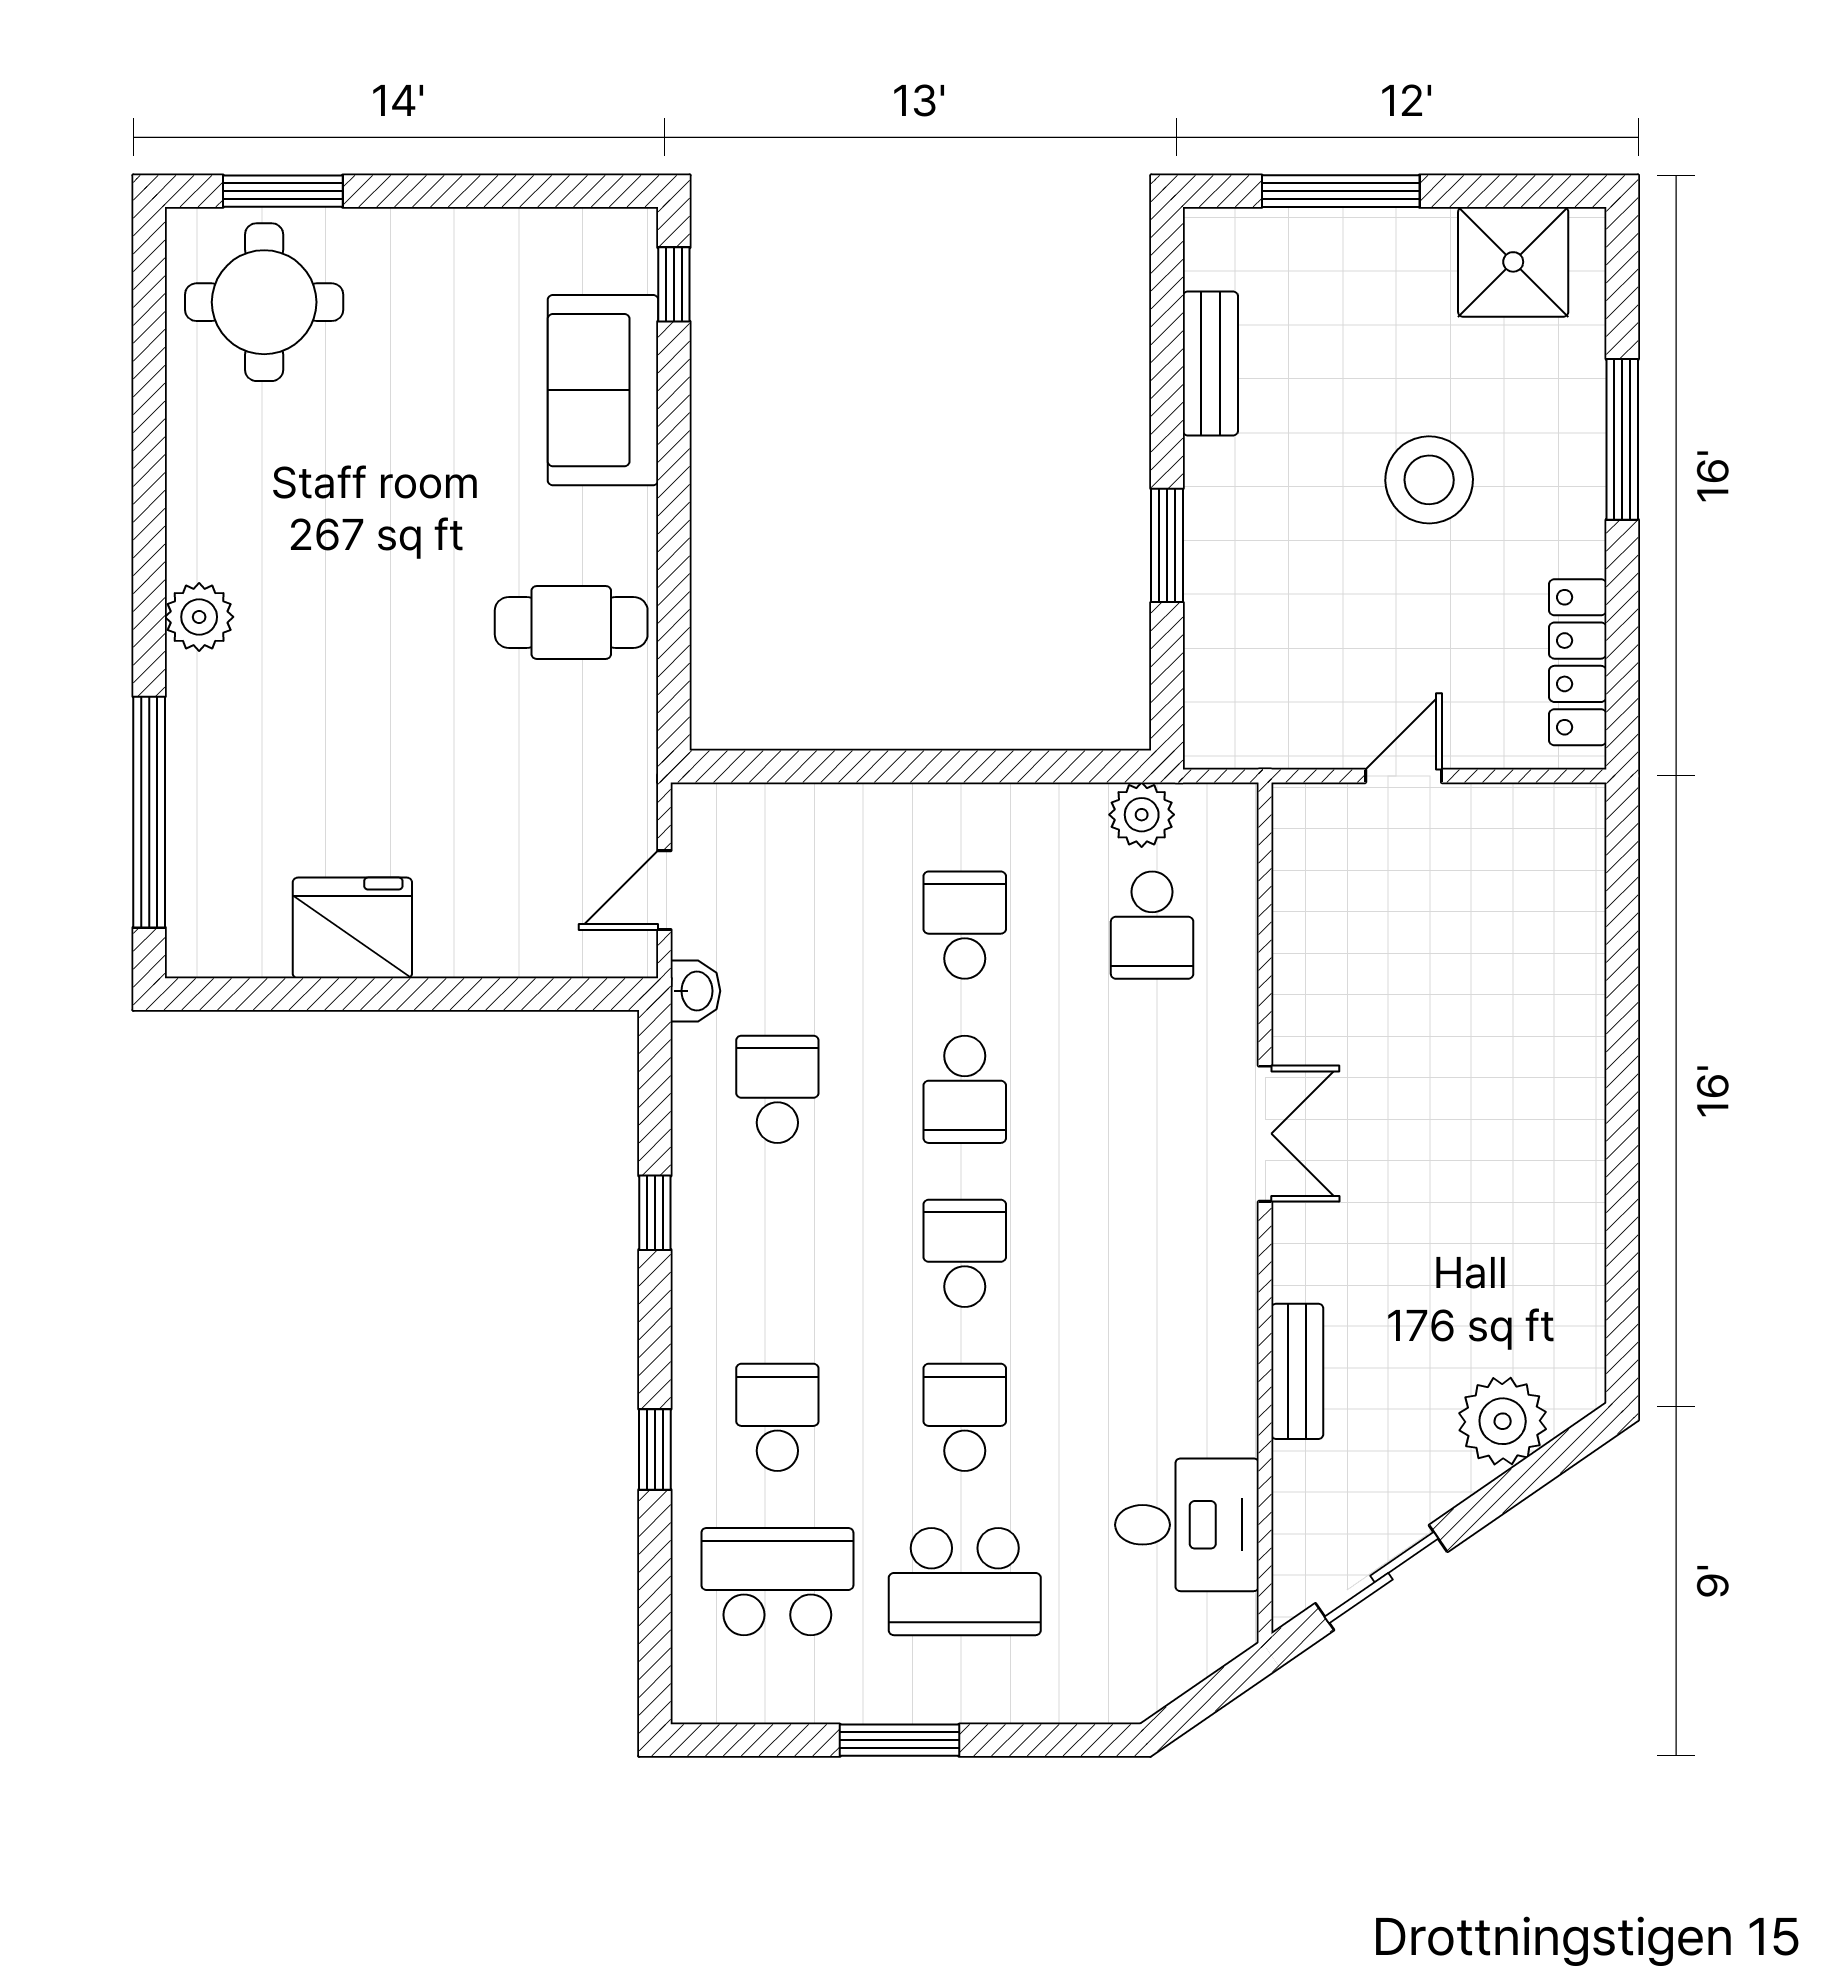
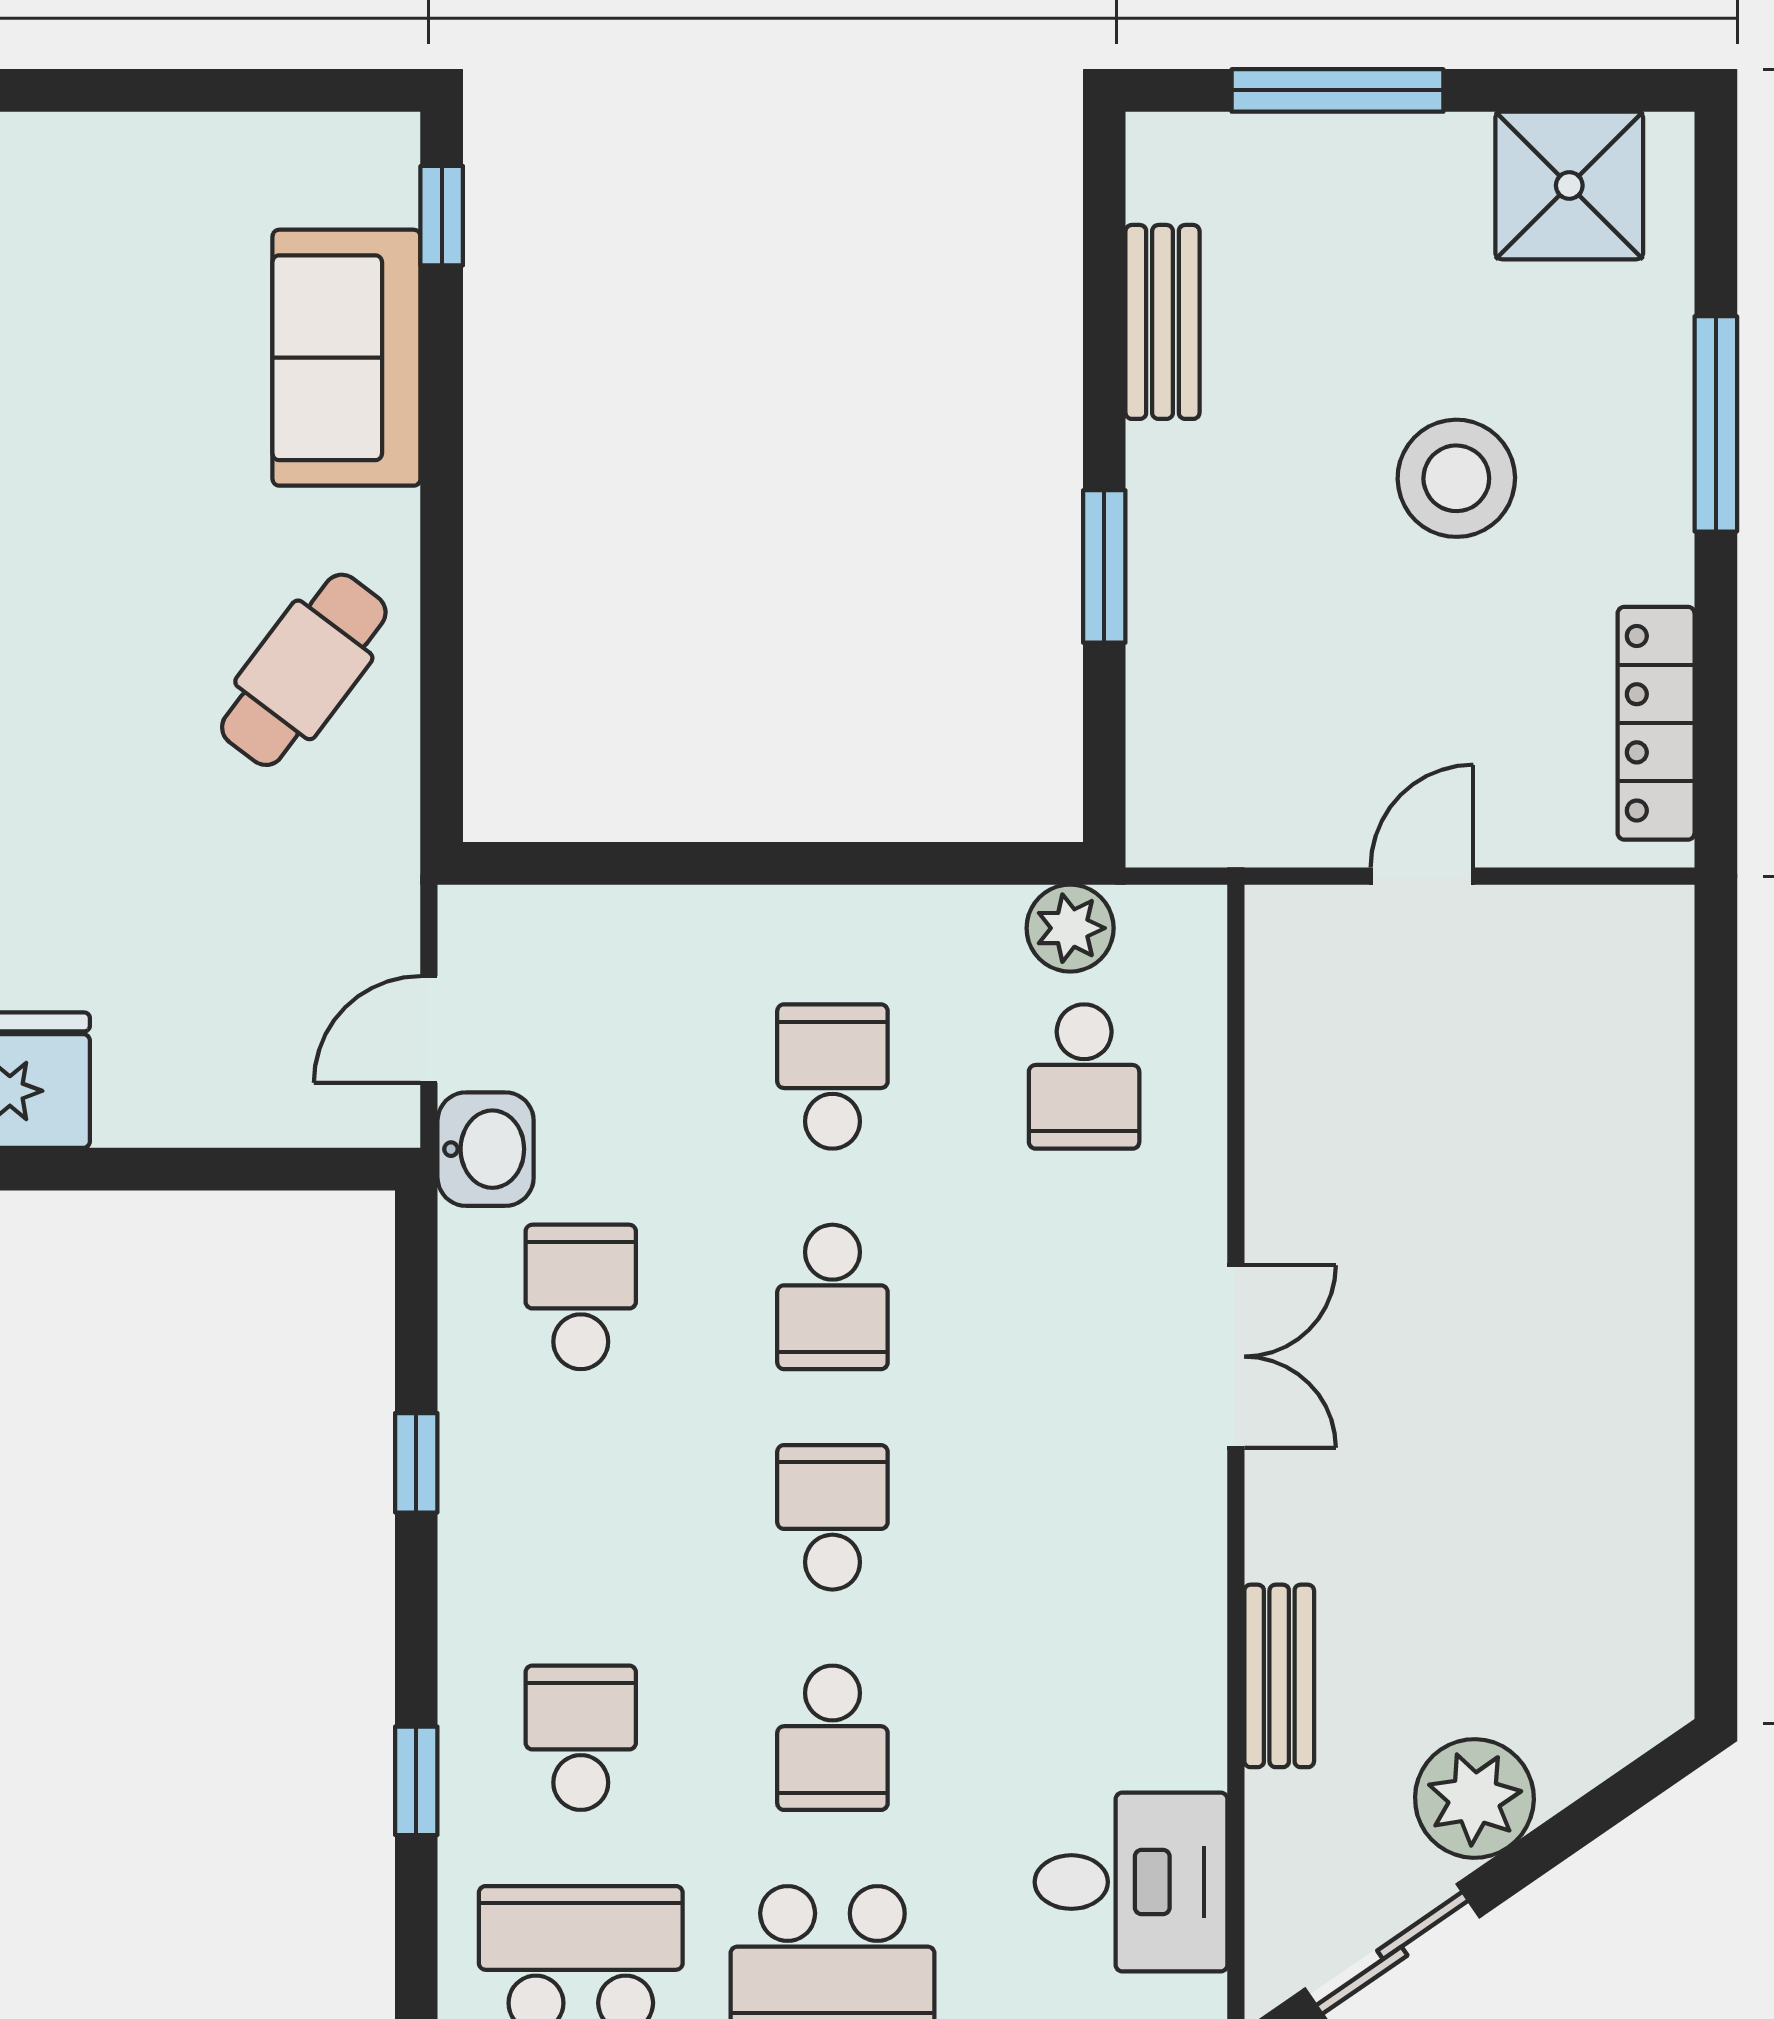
cafe table: (571, 622) -> (304, 670), turned -53
washbasin: (695, 991) -> (486, 1149), width x1.38, depth x1.45
school desk: (965, 1417) -> (832, 1738), turned 180
plant: (1503, 1421) -> (1474, 1798), moved

